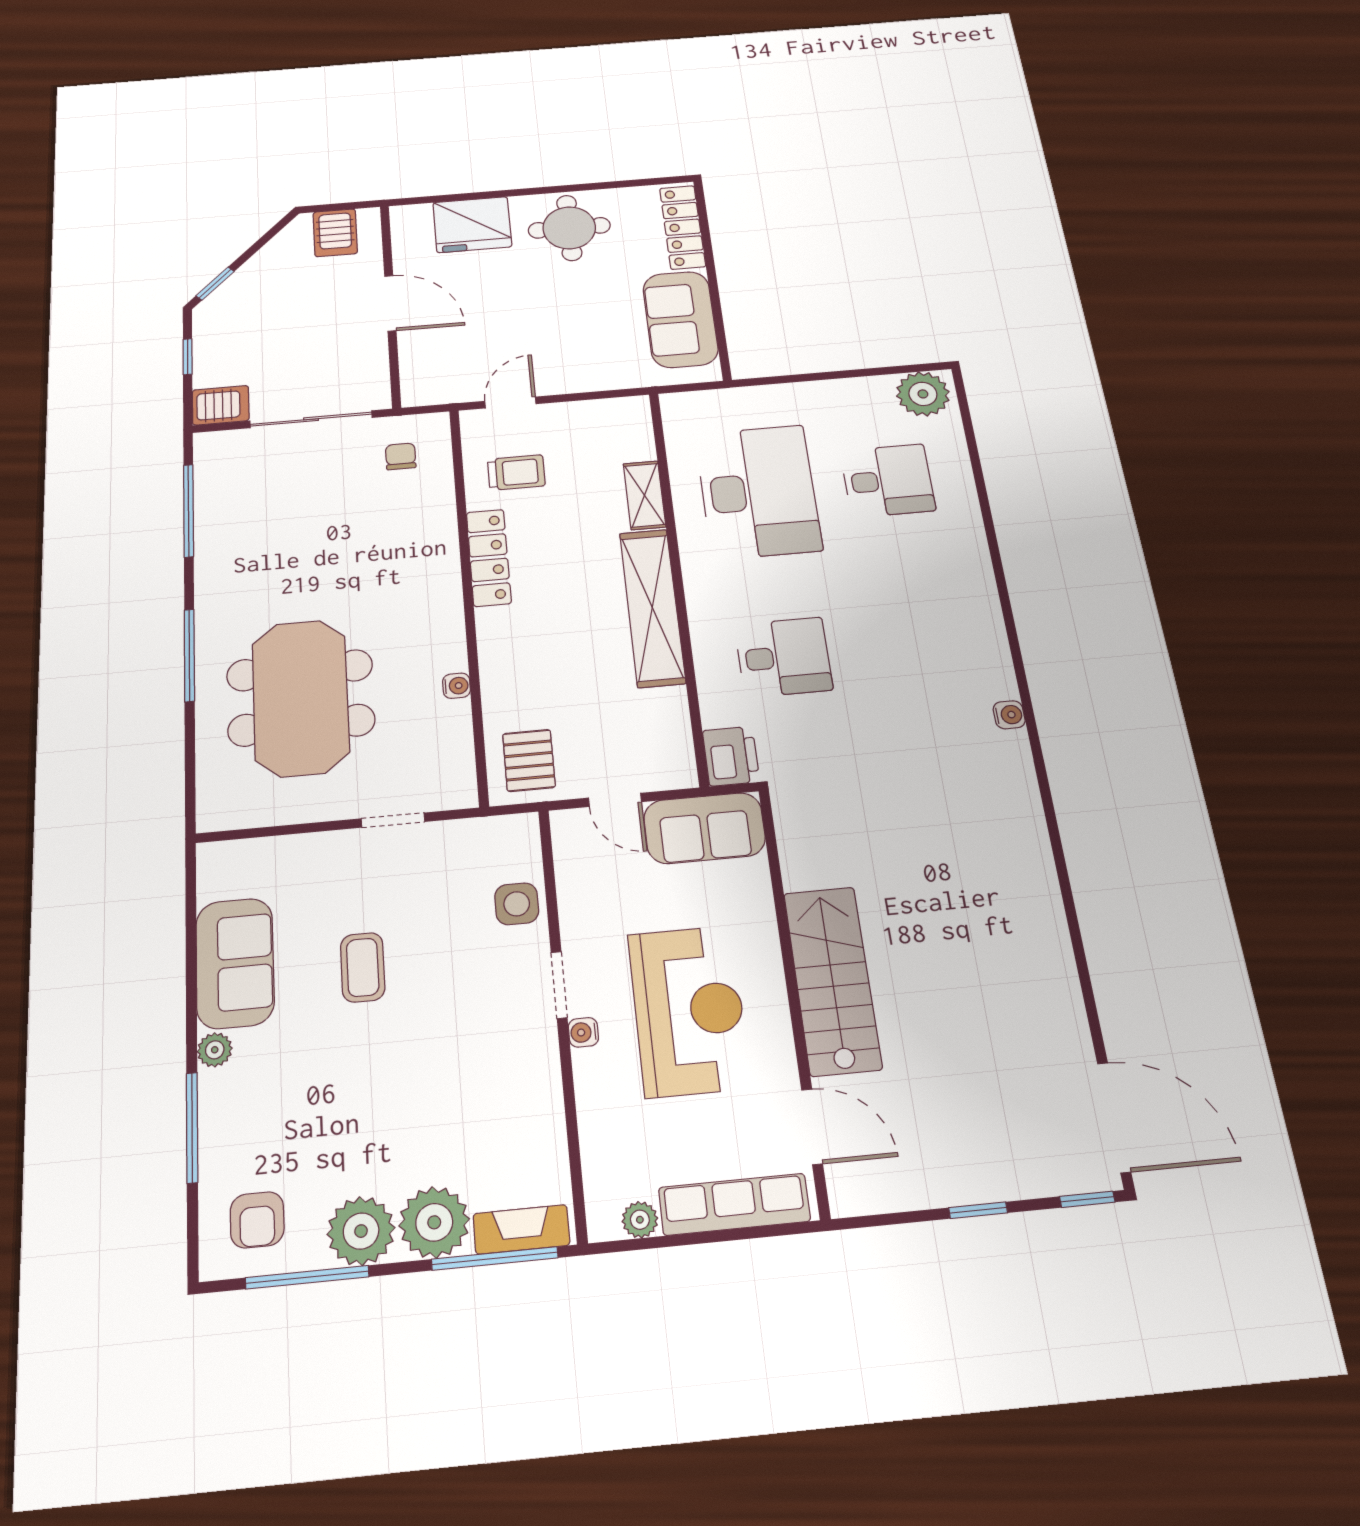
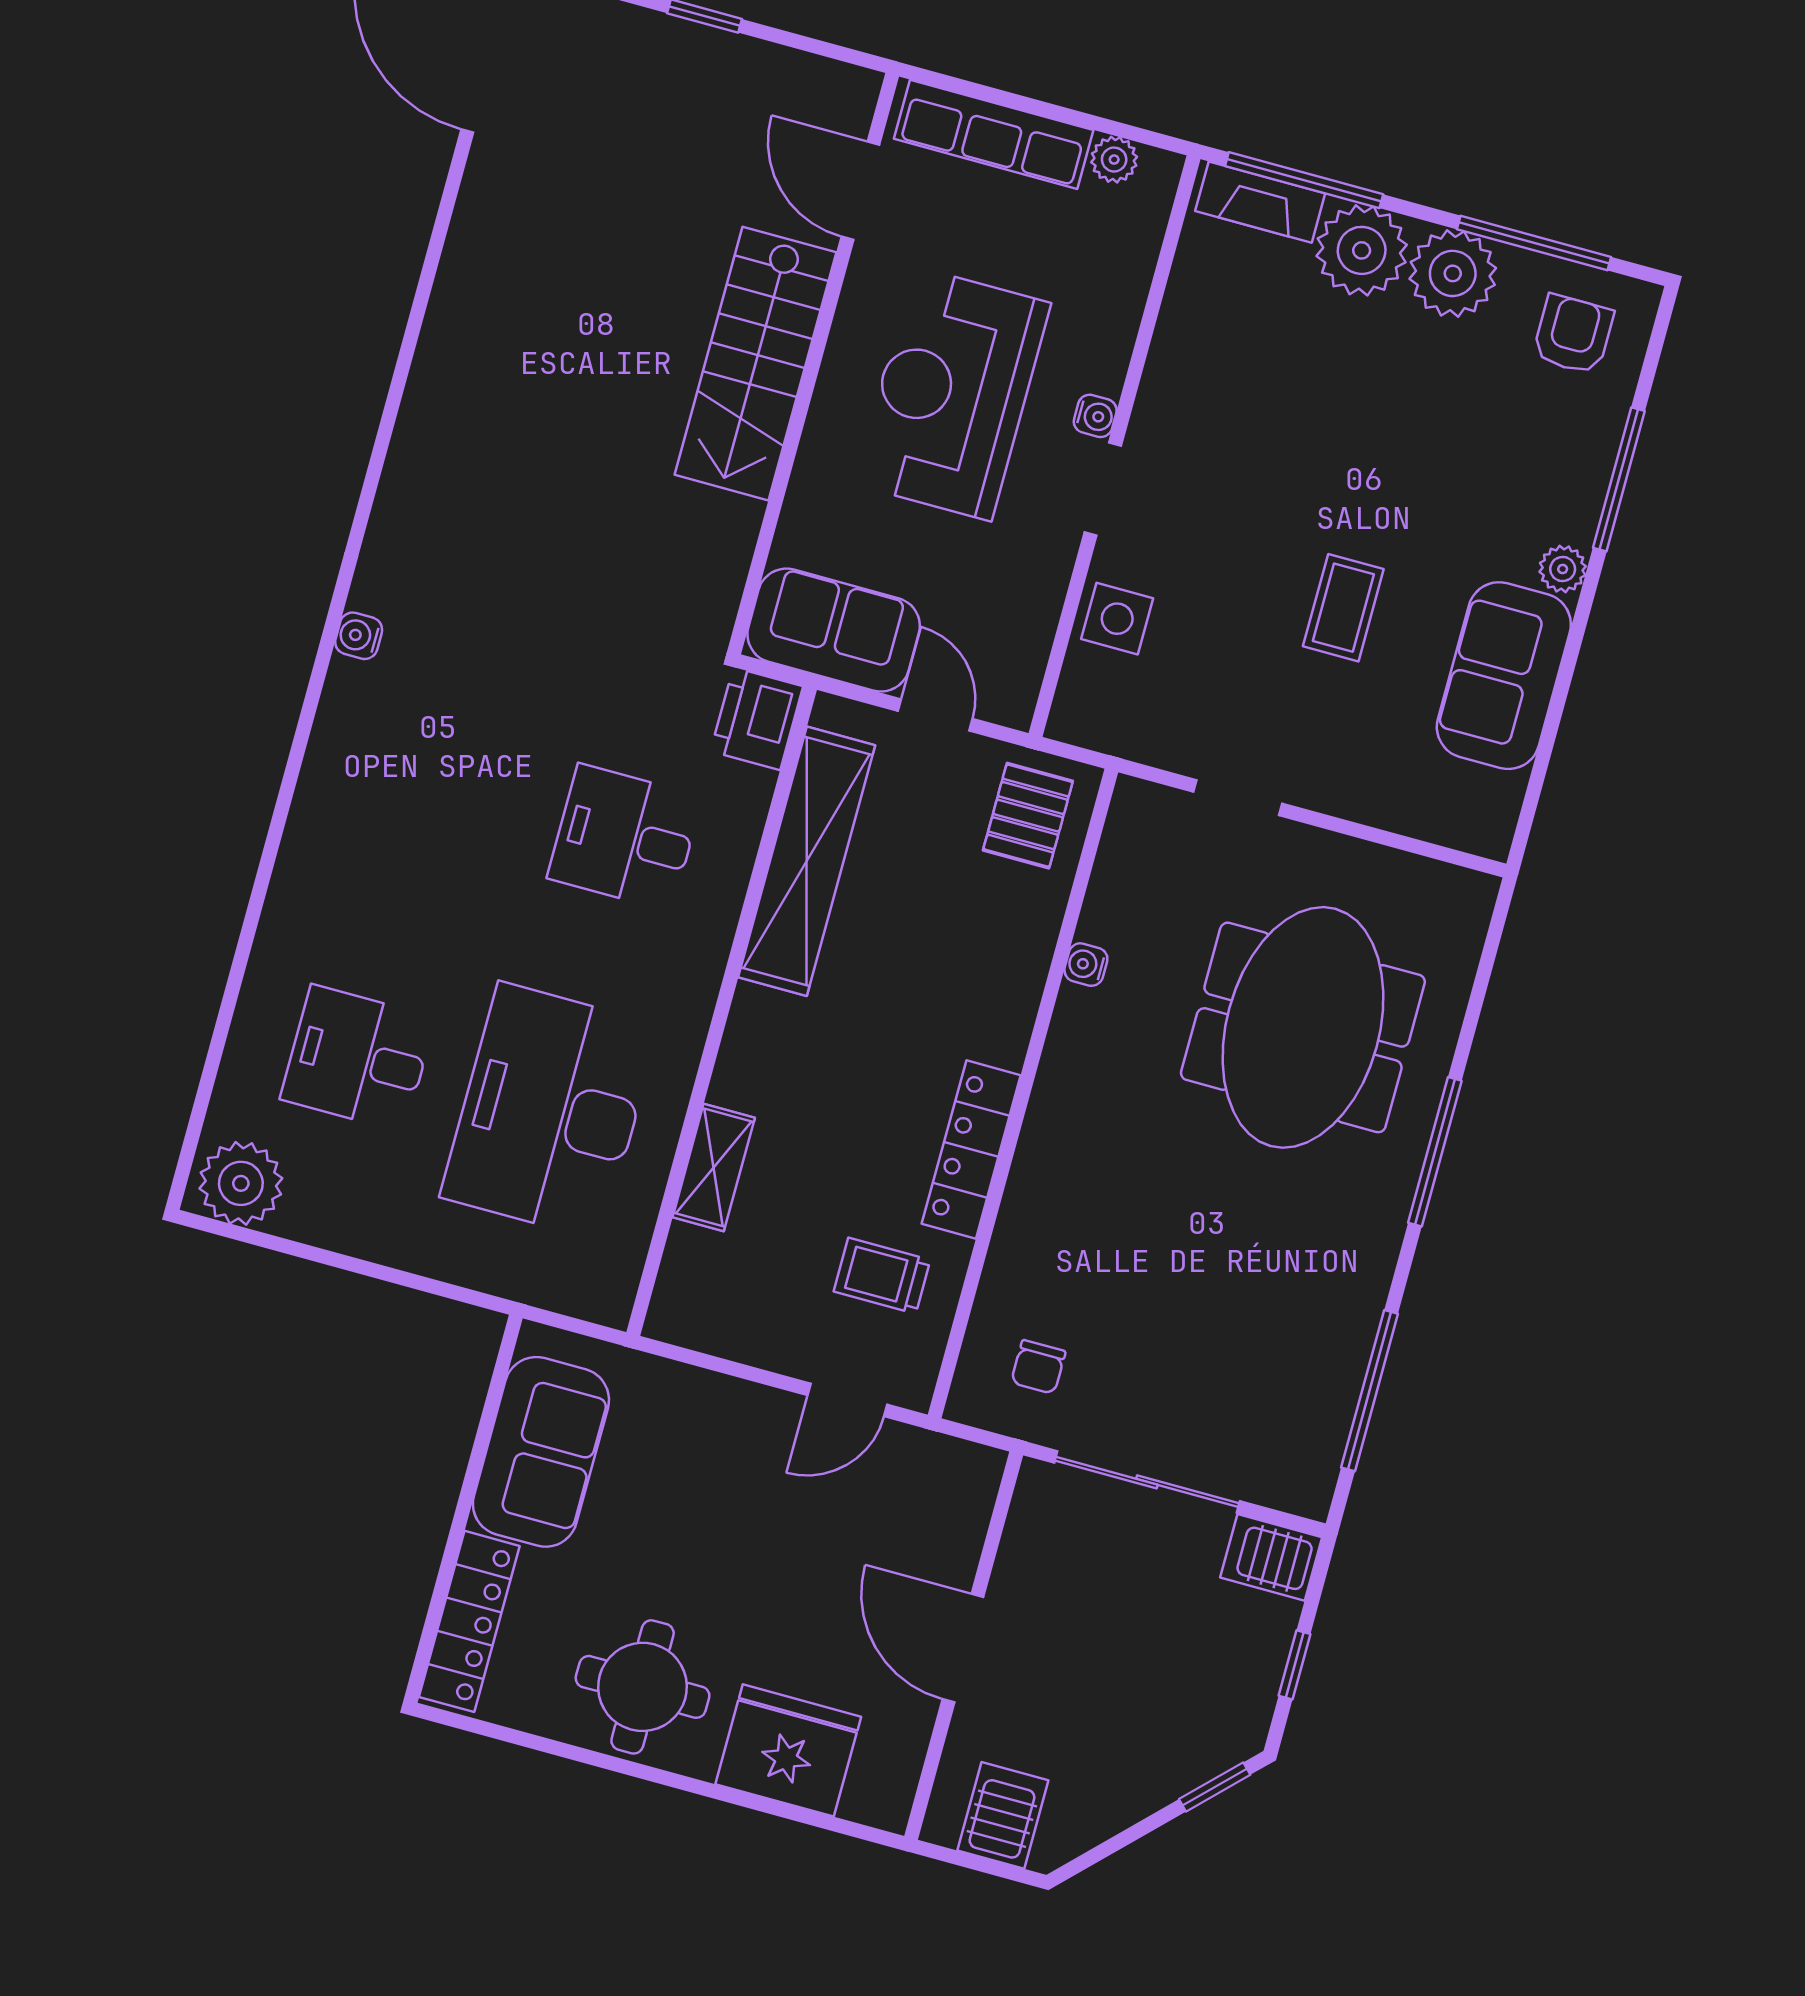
shelving: (652, 607) -> (807, 861), moved

